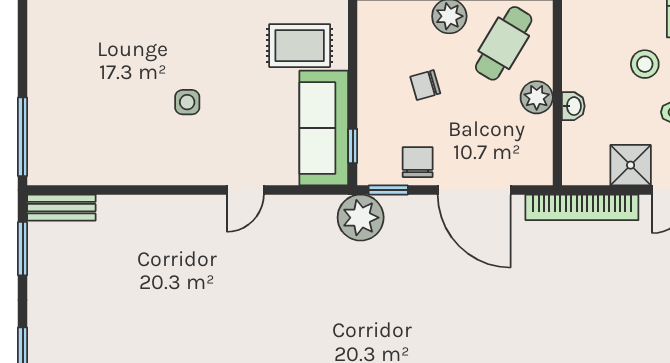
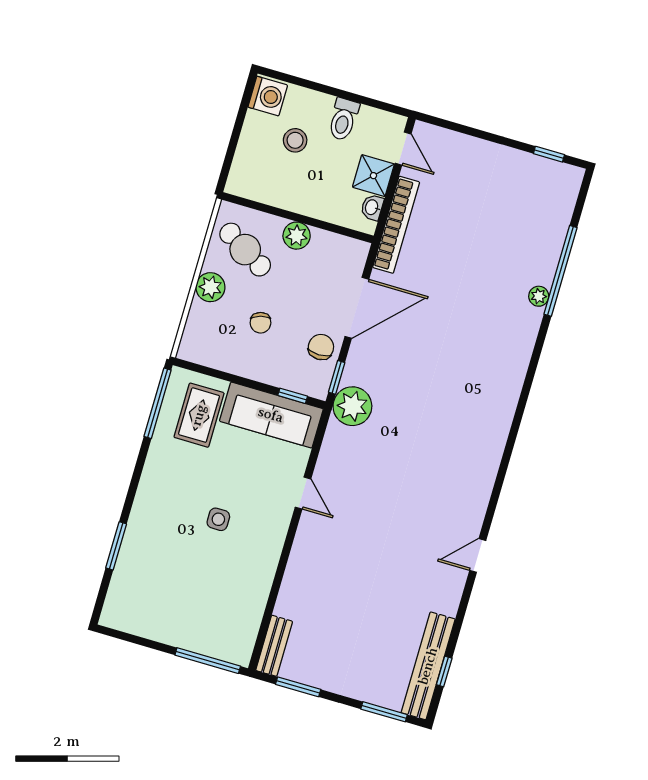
washbasin: (573, 106) -> (372, 207), moved, turned -90
chair: (418, 162) -> (321, 347), turned 90

